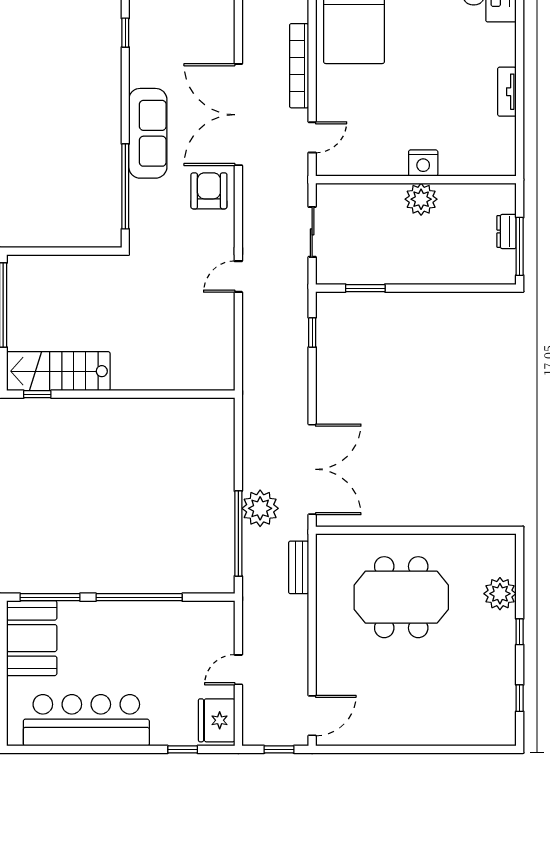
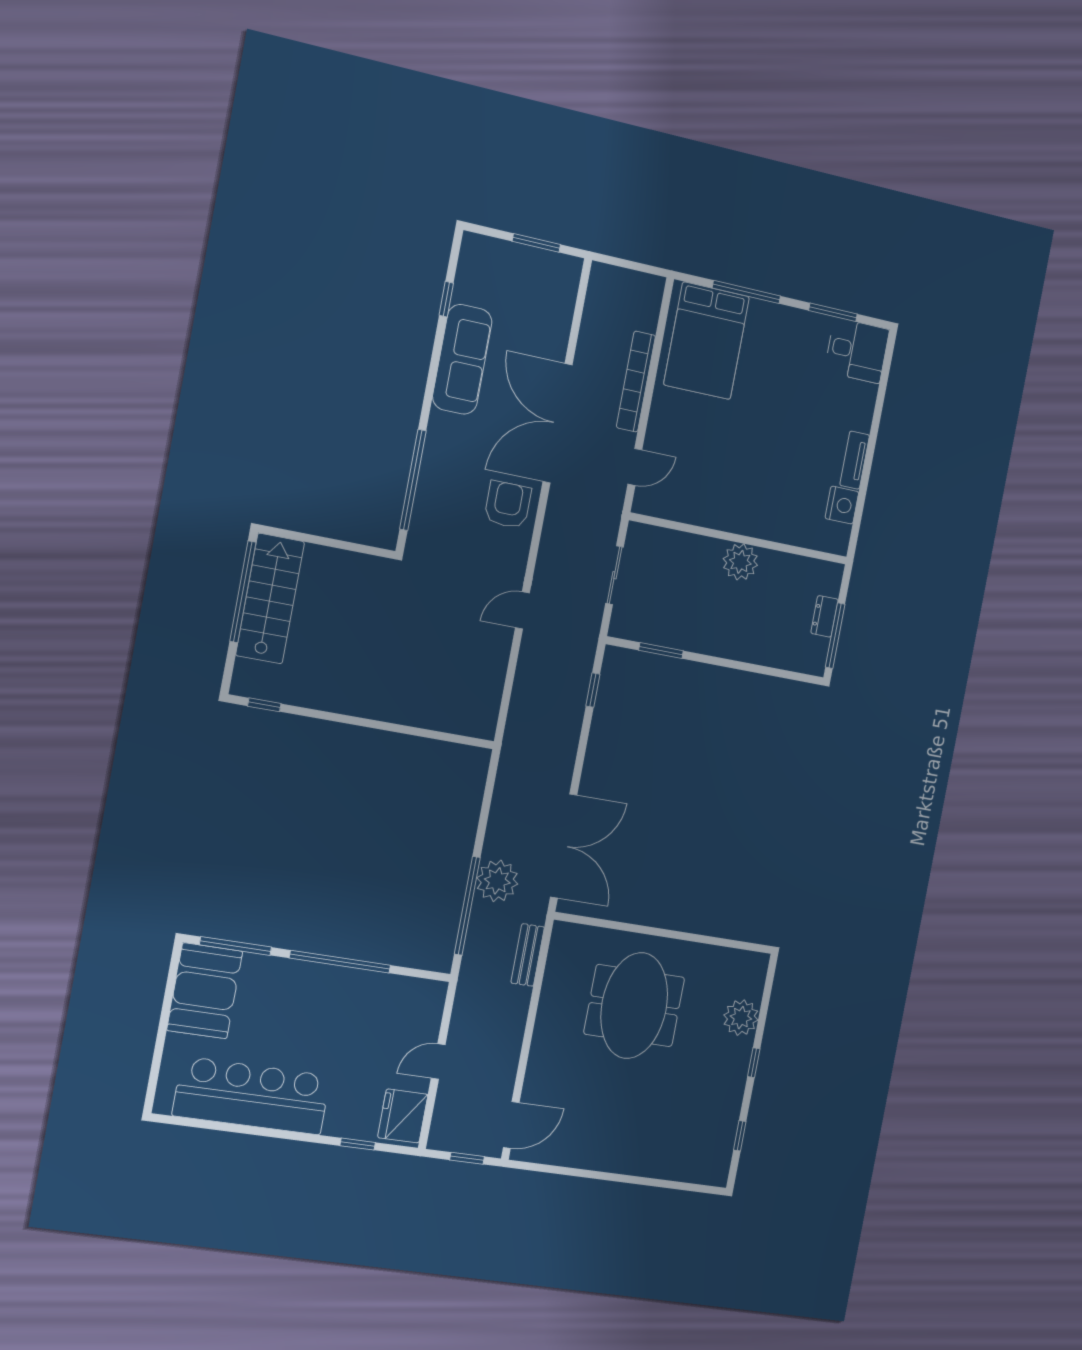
sofa: (148, 133) -> (462, 359), moved
nightstand: (423, 163) -> (842, 505), moved, turned -90
stairs: (58, 371) -> (270, 599), moved, turned 90
meeting table: (401, 597) -> (634, 1006), turned 90

